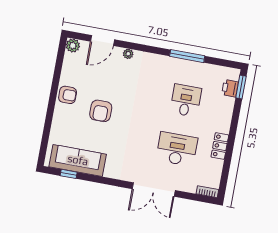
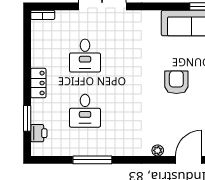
window: (241, 87) -> (27, 118), moved
locker: (220, 146) -> (38, 83), moved
desk: (177, 149) -> (85, 56), width x0.73

